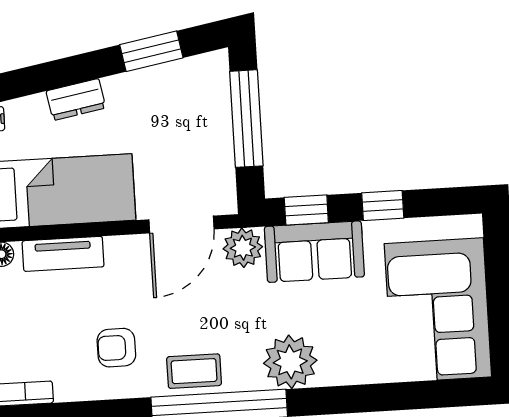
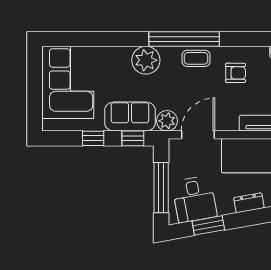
desk: (181, 100) -> (194, 199), added

